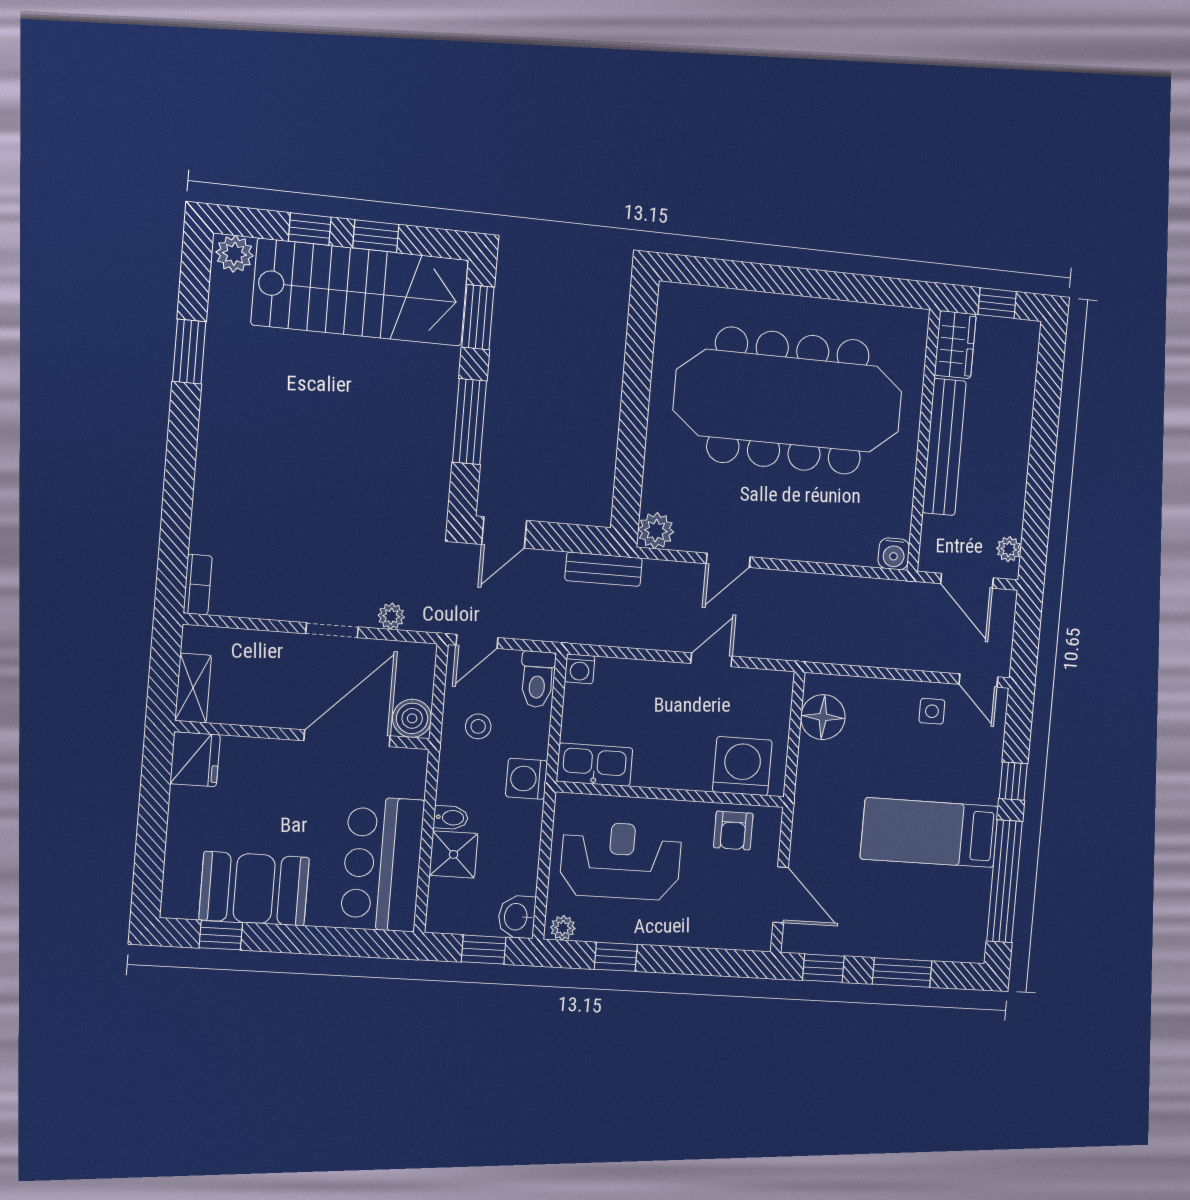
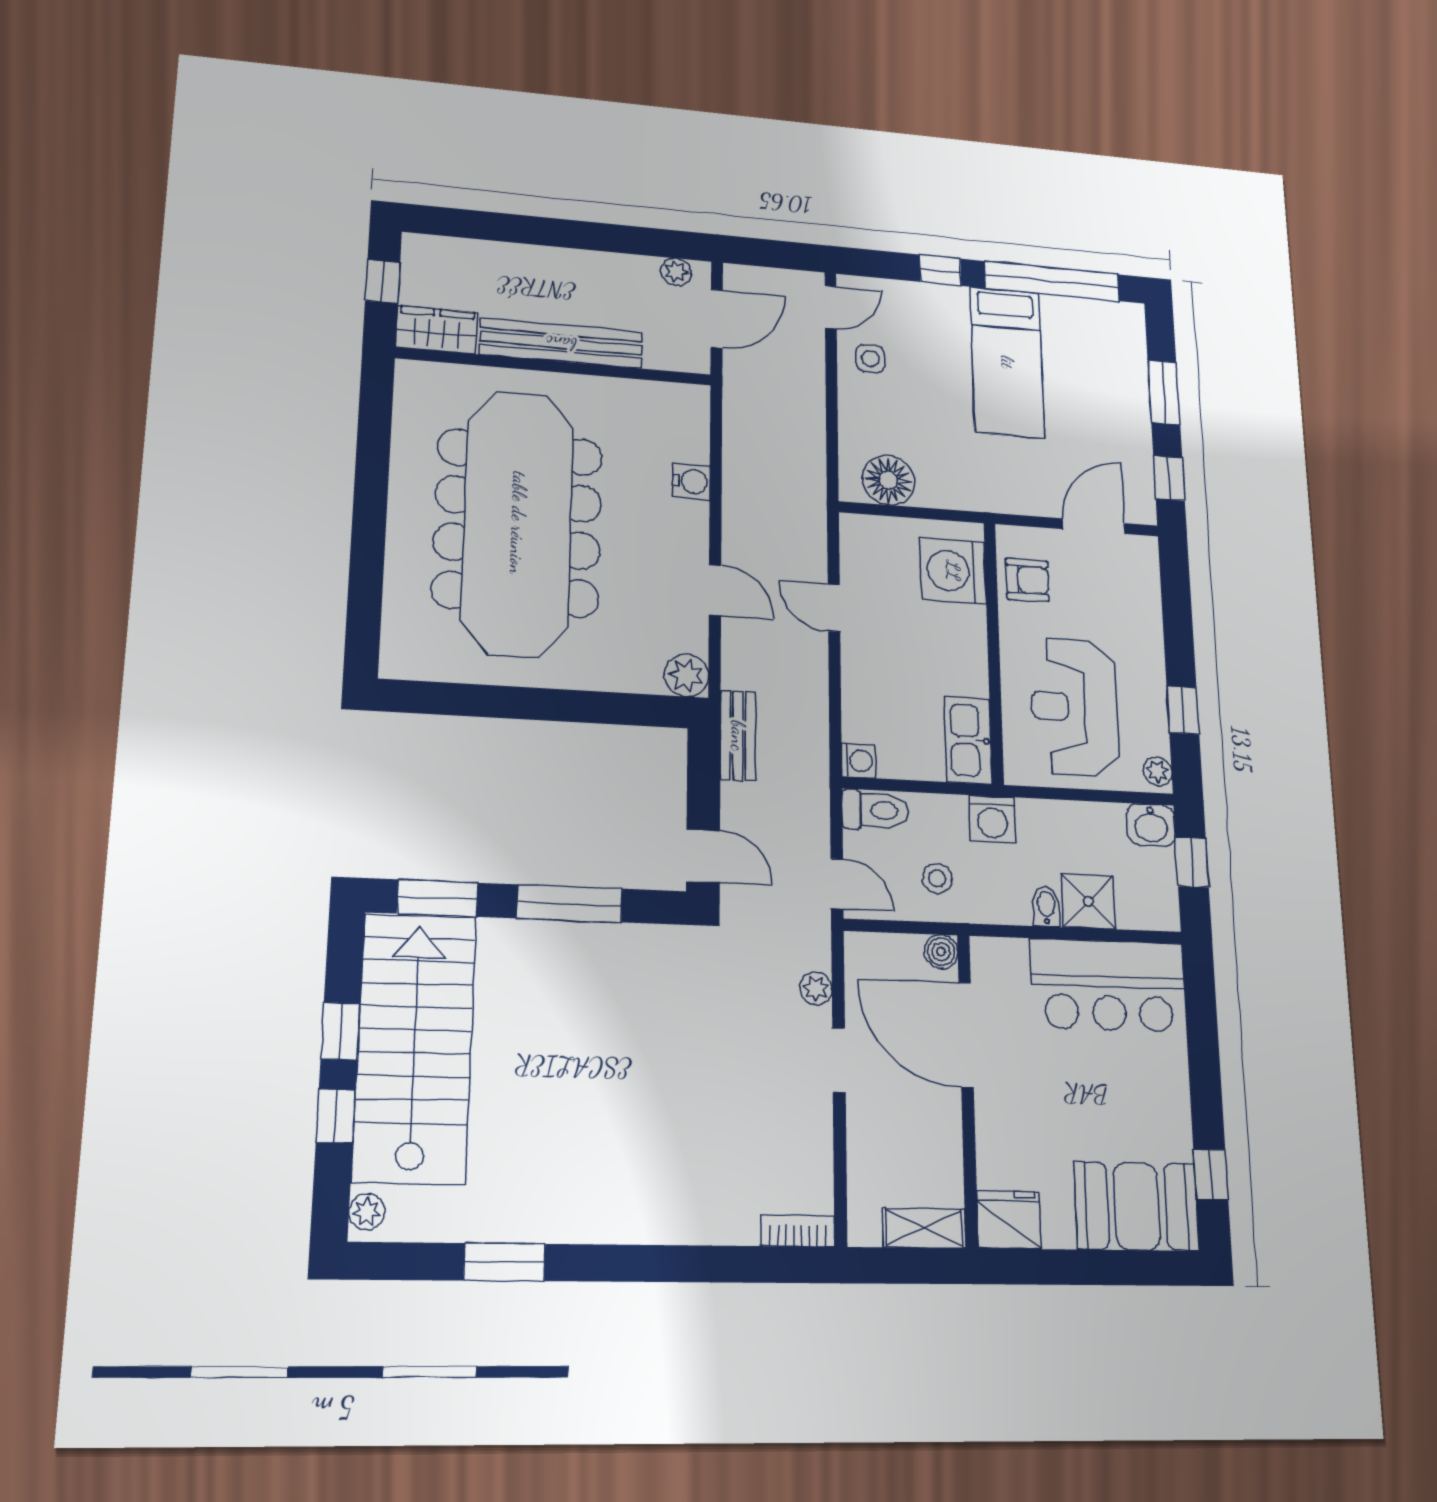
plant: (234, 254) -> (367, 1212), width x0.73, depth x0.73
water cooler: (894, 554) -> (691, 481), moved
boiler: (412, 718) -> (941, 952), width x0.73, depth x0.73
booth: (254, 889) -> (1137, 1206), moved, turned 90

